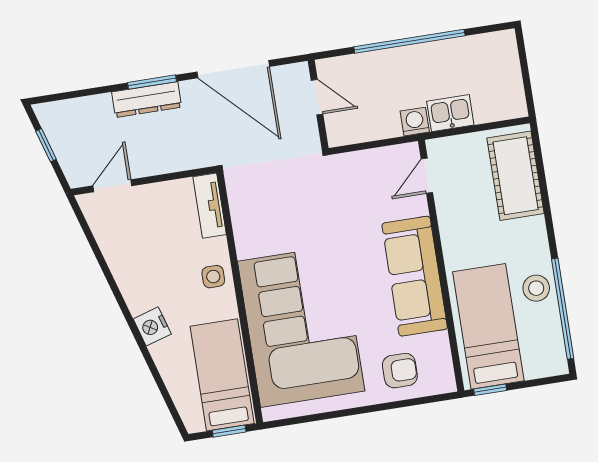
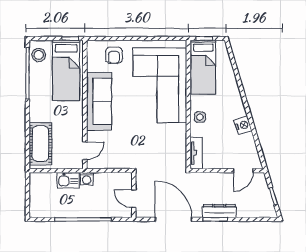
stool: (536, 288) -> (39, 55), moved
nightstand: (152, 326) -> (243, 125), moved
armchair: (400, 371) -> (114, 55), turned -90

